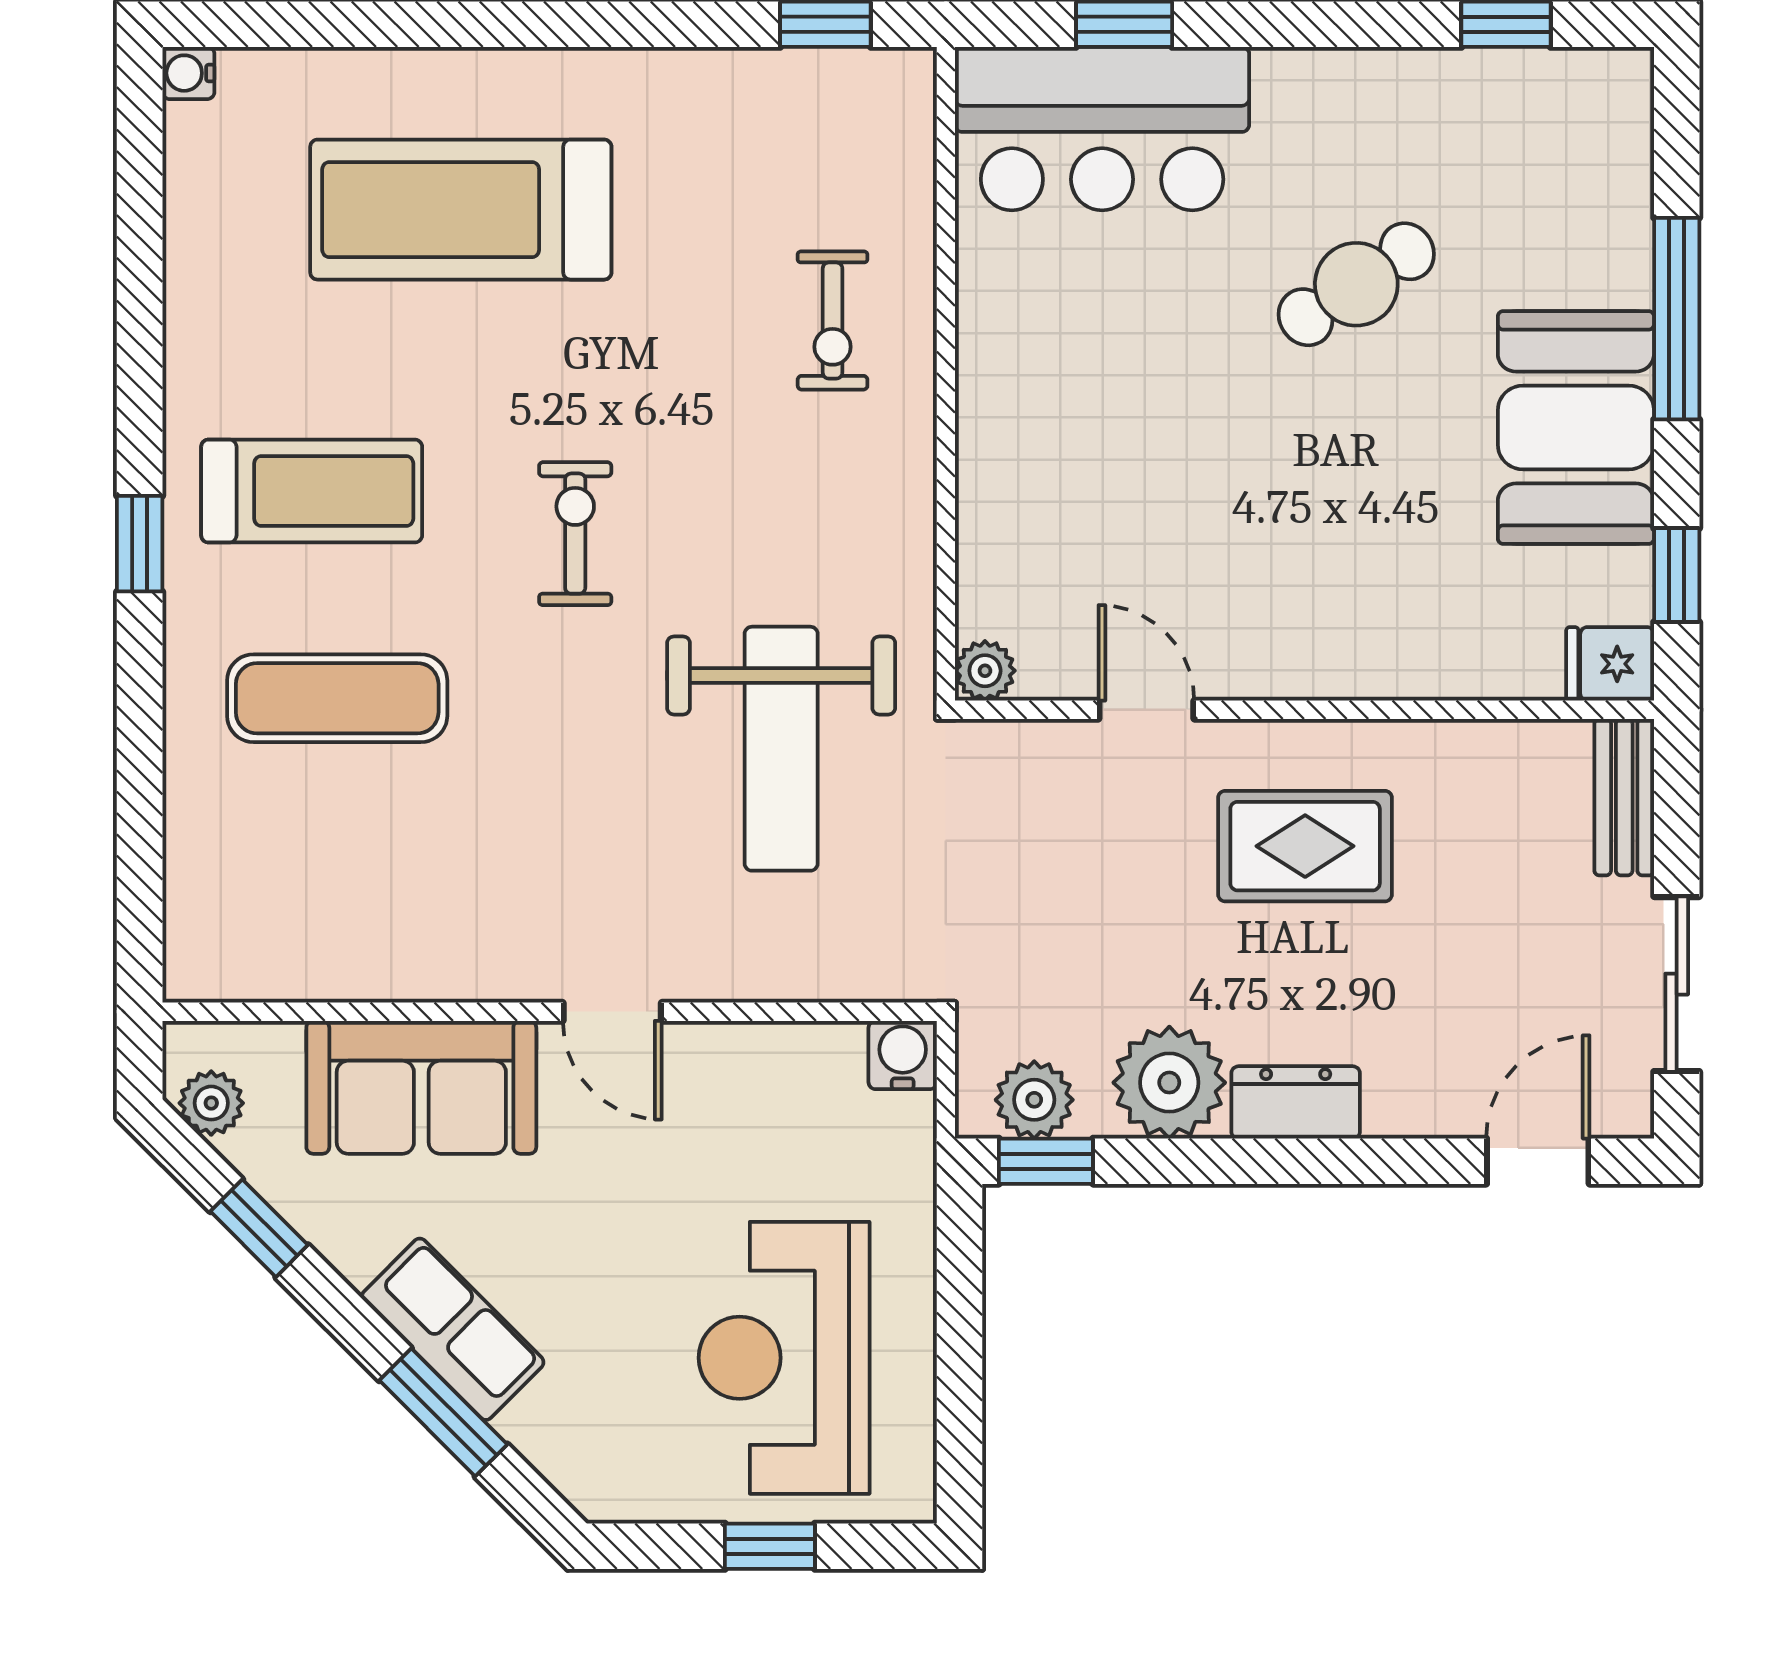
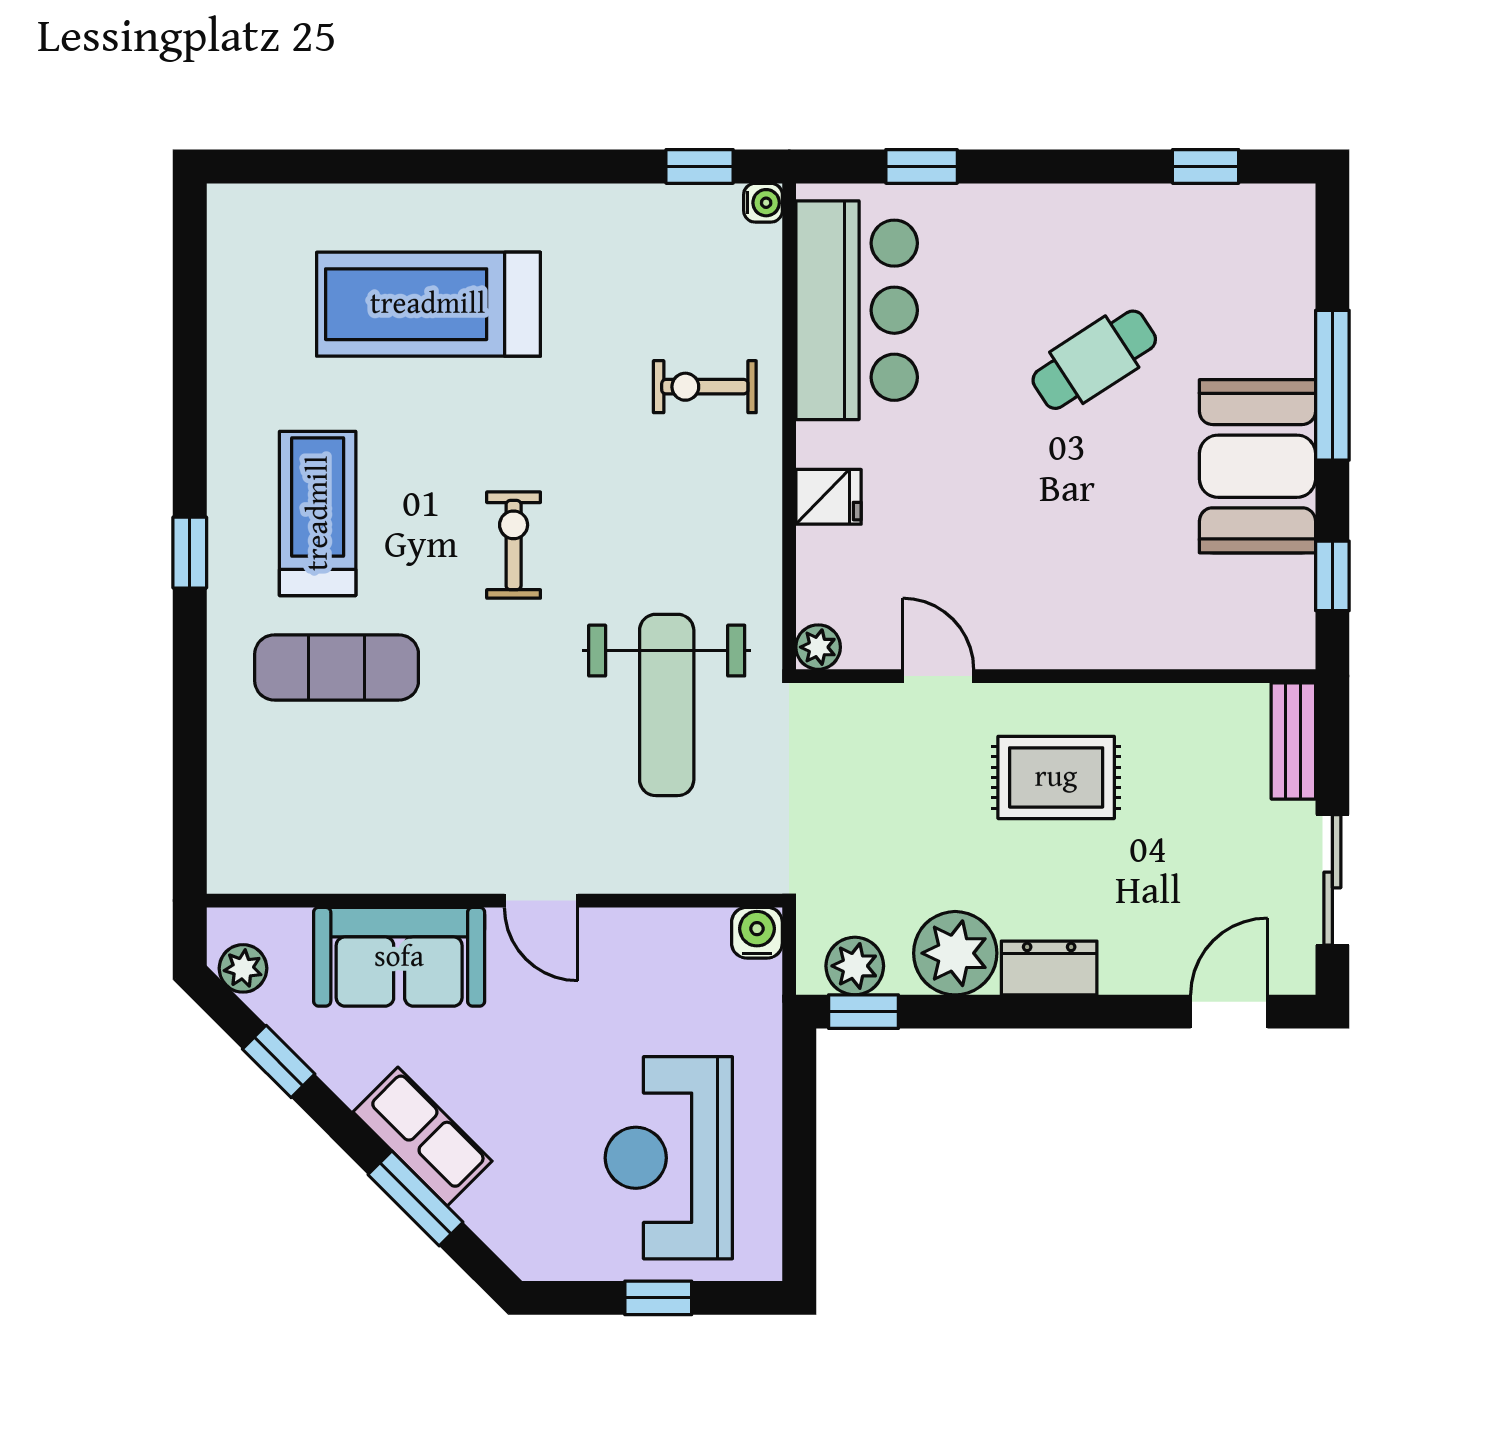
water cooler: (188, 73) -> (763, 203), moved, turned 180
bar counter: (1102, 129) -> (857, 310), moved, turned -90
exercise bike: (833, 321) -> (705, 387), turned 90
treadmill: (312, 491) -> (318, 513), turned -90
fridge: (1610, 664) -> (829, 497), moved, turned 180

